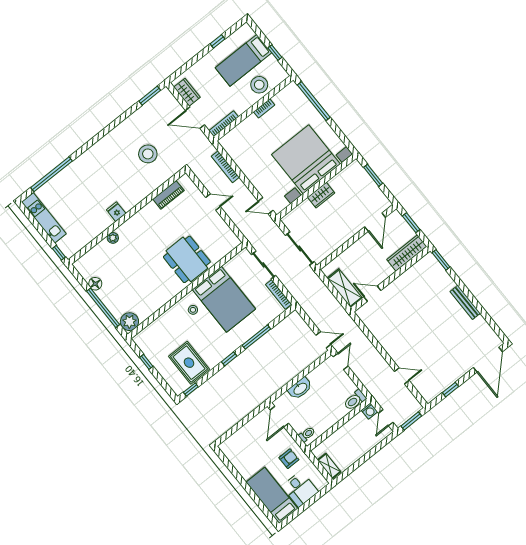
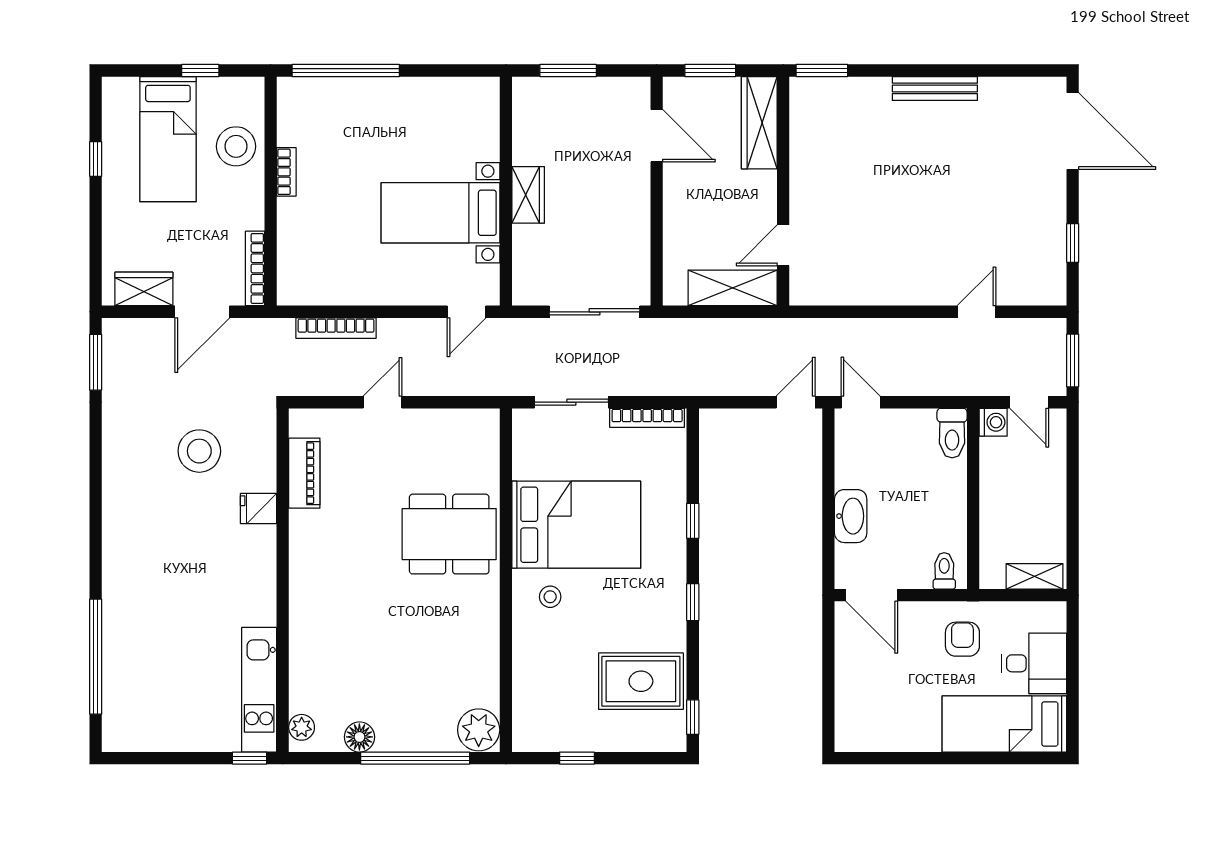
bed with nightstands: (306, 159) -> (440, 213), width x0.54
fridge: (116, 212) -> (259, 509), moved
kitchen unit: (44, 218) -> (259, 690), moved, turned -90
plant: (113, 238) -> (302, 727), moved
window: (256, 337) -> (693, 521), width x0.46

